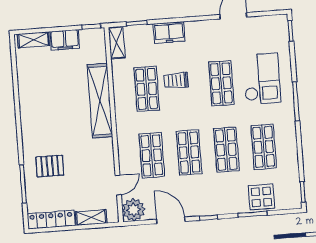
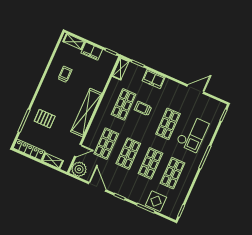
trolley: (45, 91) -> (65, 74), added
shelving: (100, 101) -> (86, 113), moved

